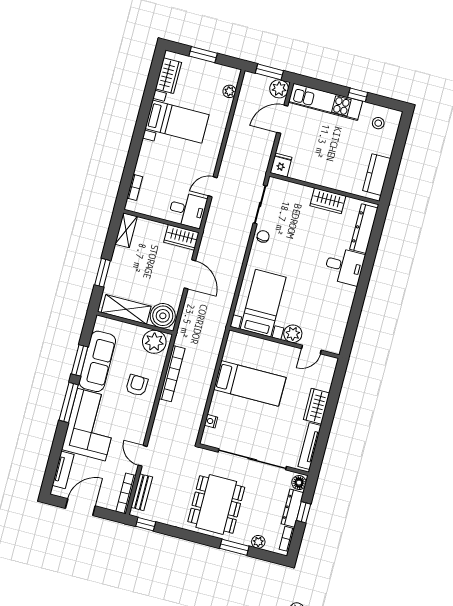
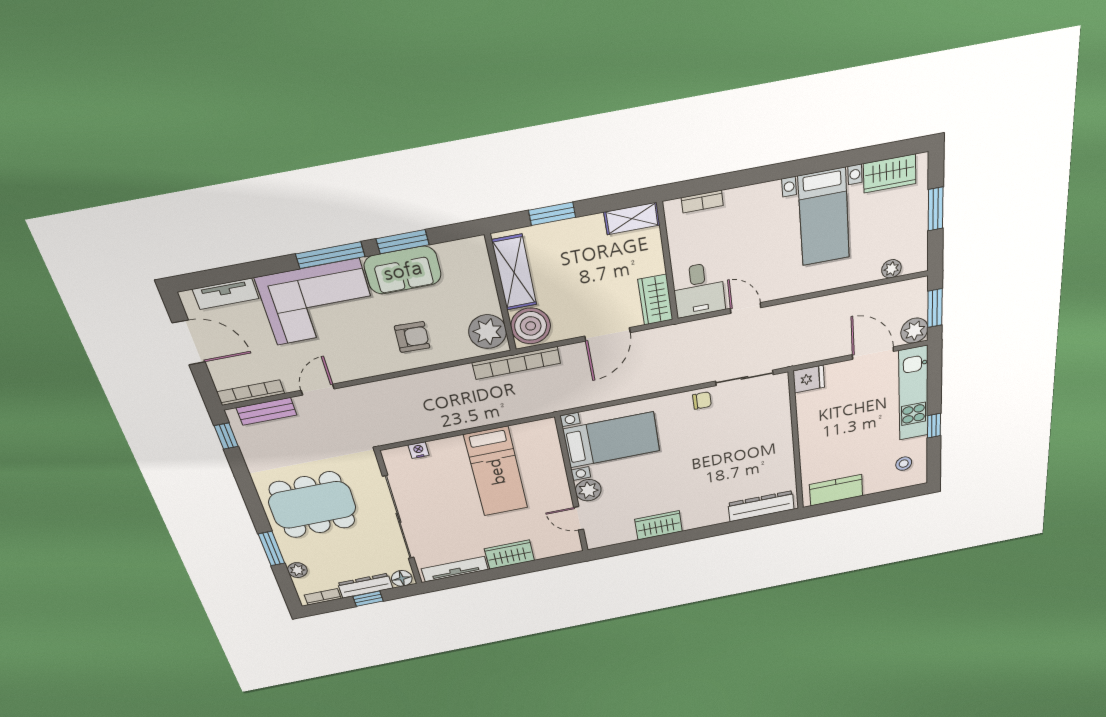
wardrobe: (328, 201) -> (659, 525), moved, turned 90
desk: (344, 266) -> (704, 507), removed
sofa: (97, 361) -> (403, 270), width x0.73
bookcase: (172, 374) -> (516, 363), moved

